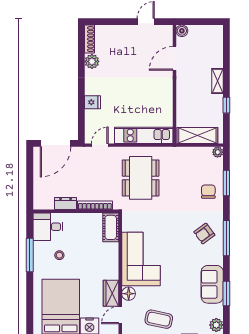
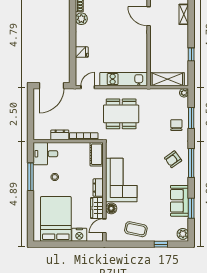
door: (174, 58) -> (149, 16), hinge flipped
shelving: (217, 81) -> (184, 14), moved
dining table: (141, 178) -> (121, 114), turned 90
dresser: (112, 268) -> (98, 188), added

